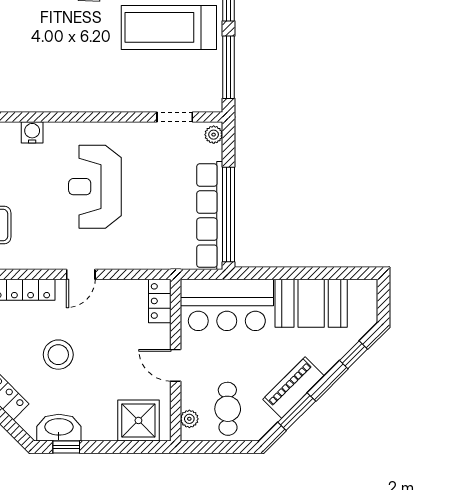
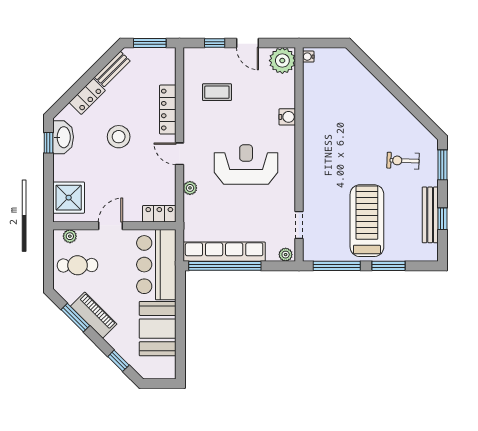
plant: (126, 261) -> (190, 188), added

